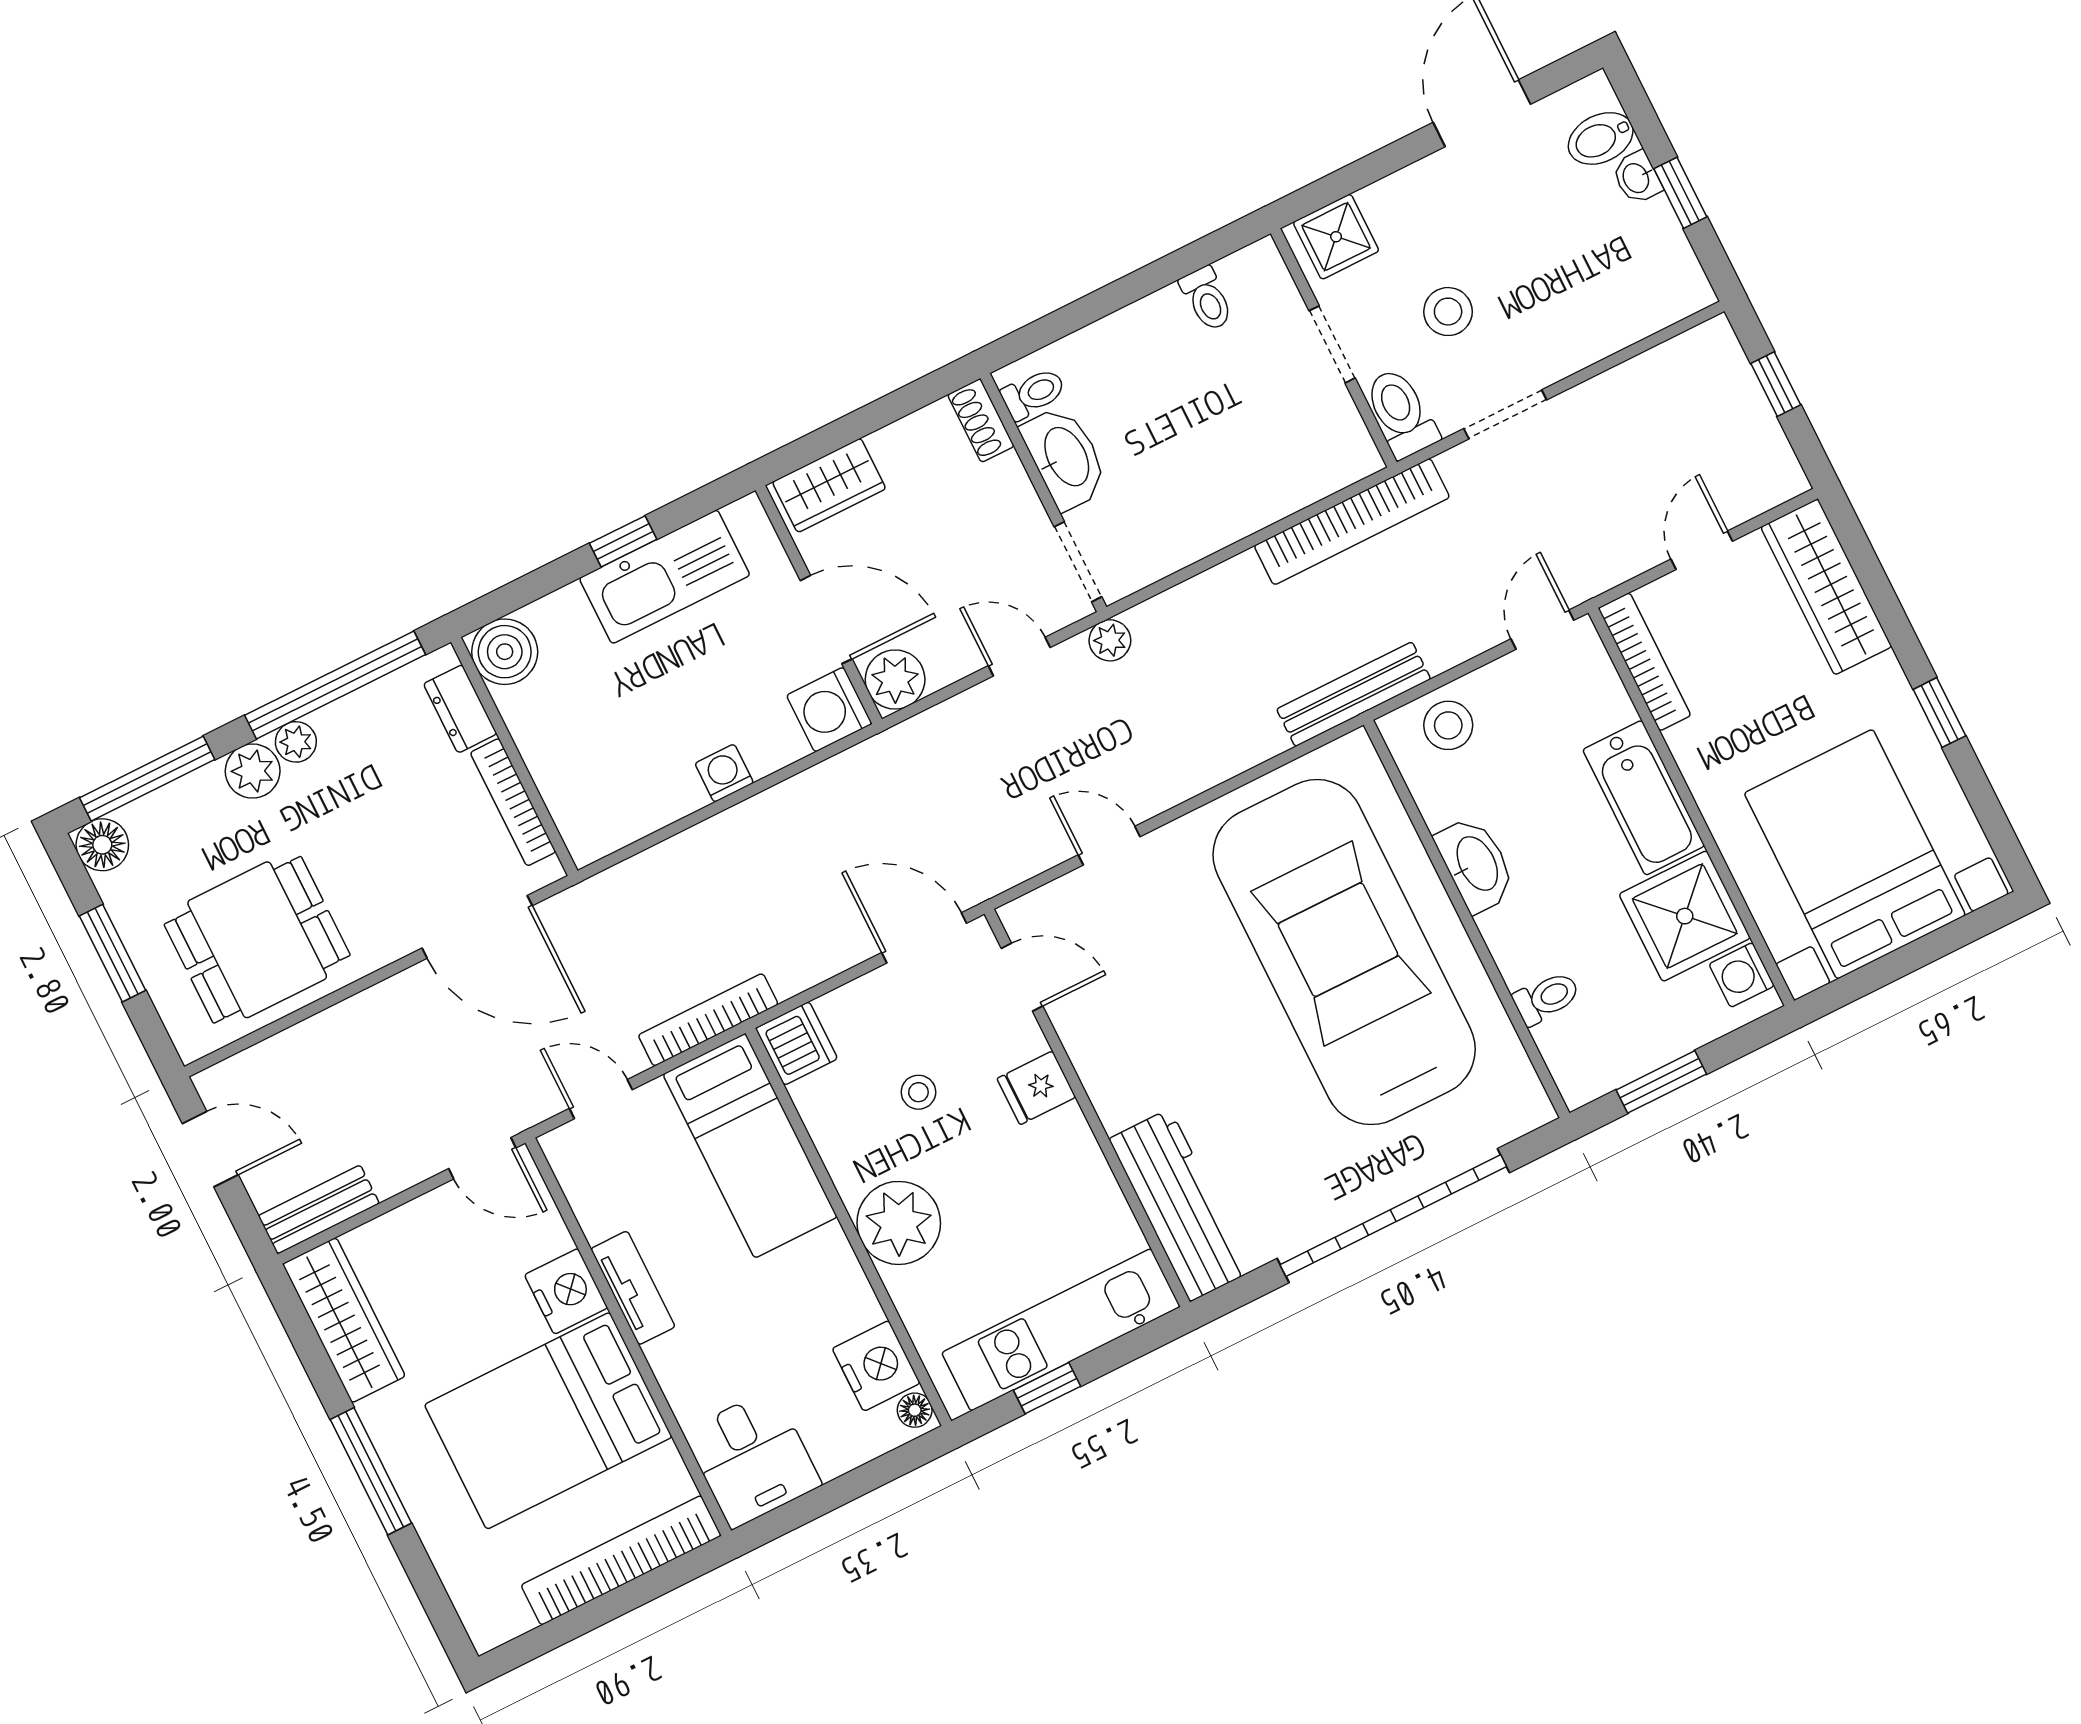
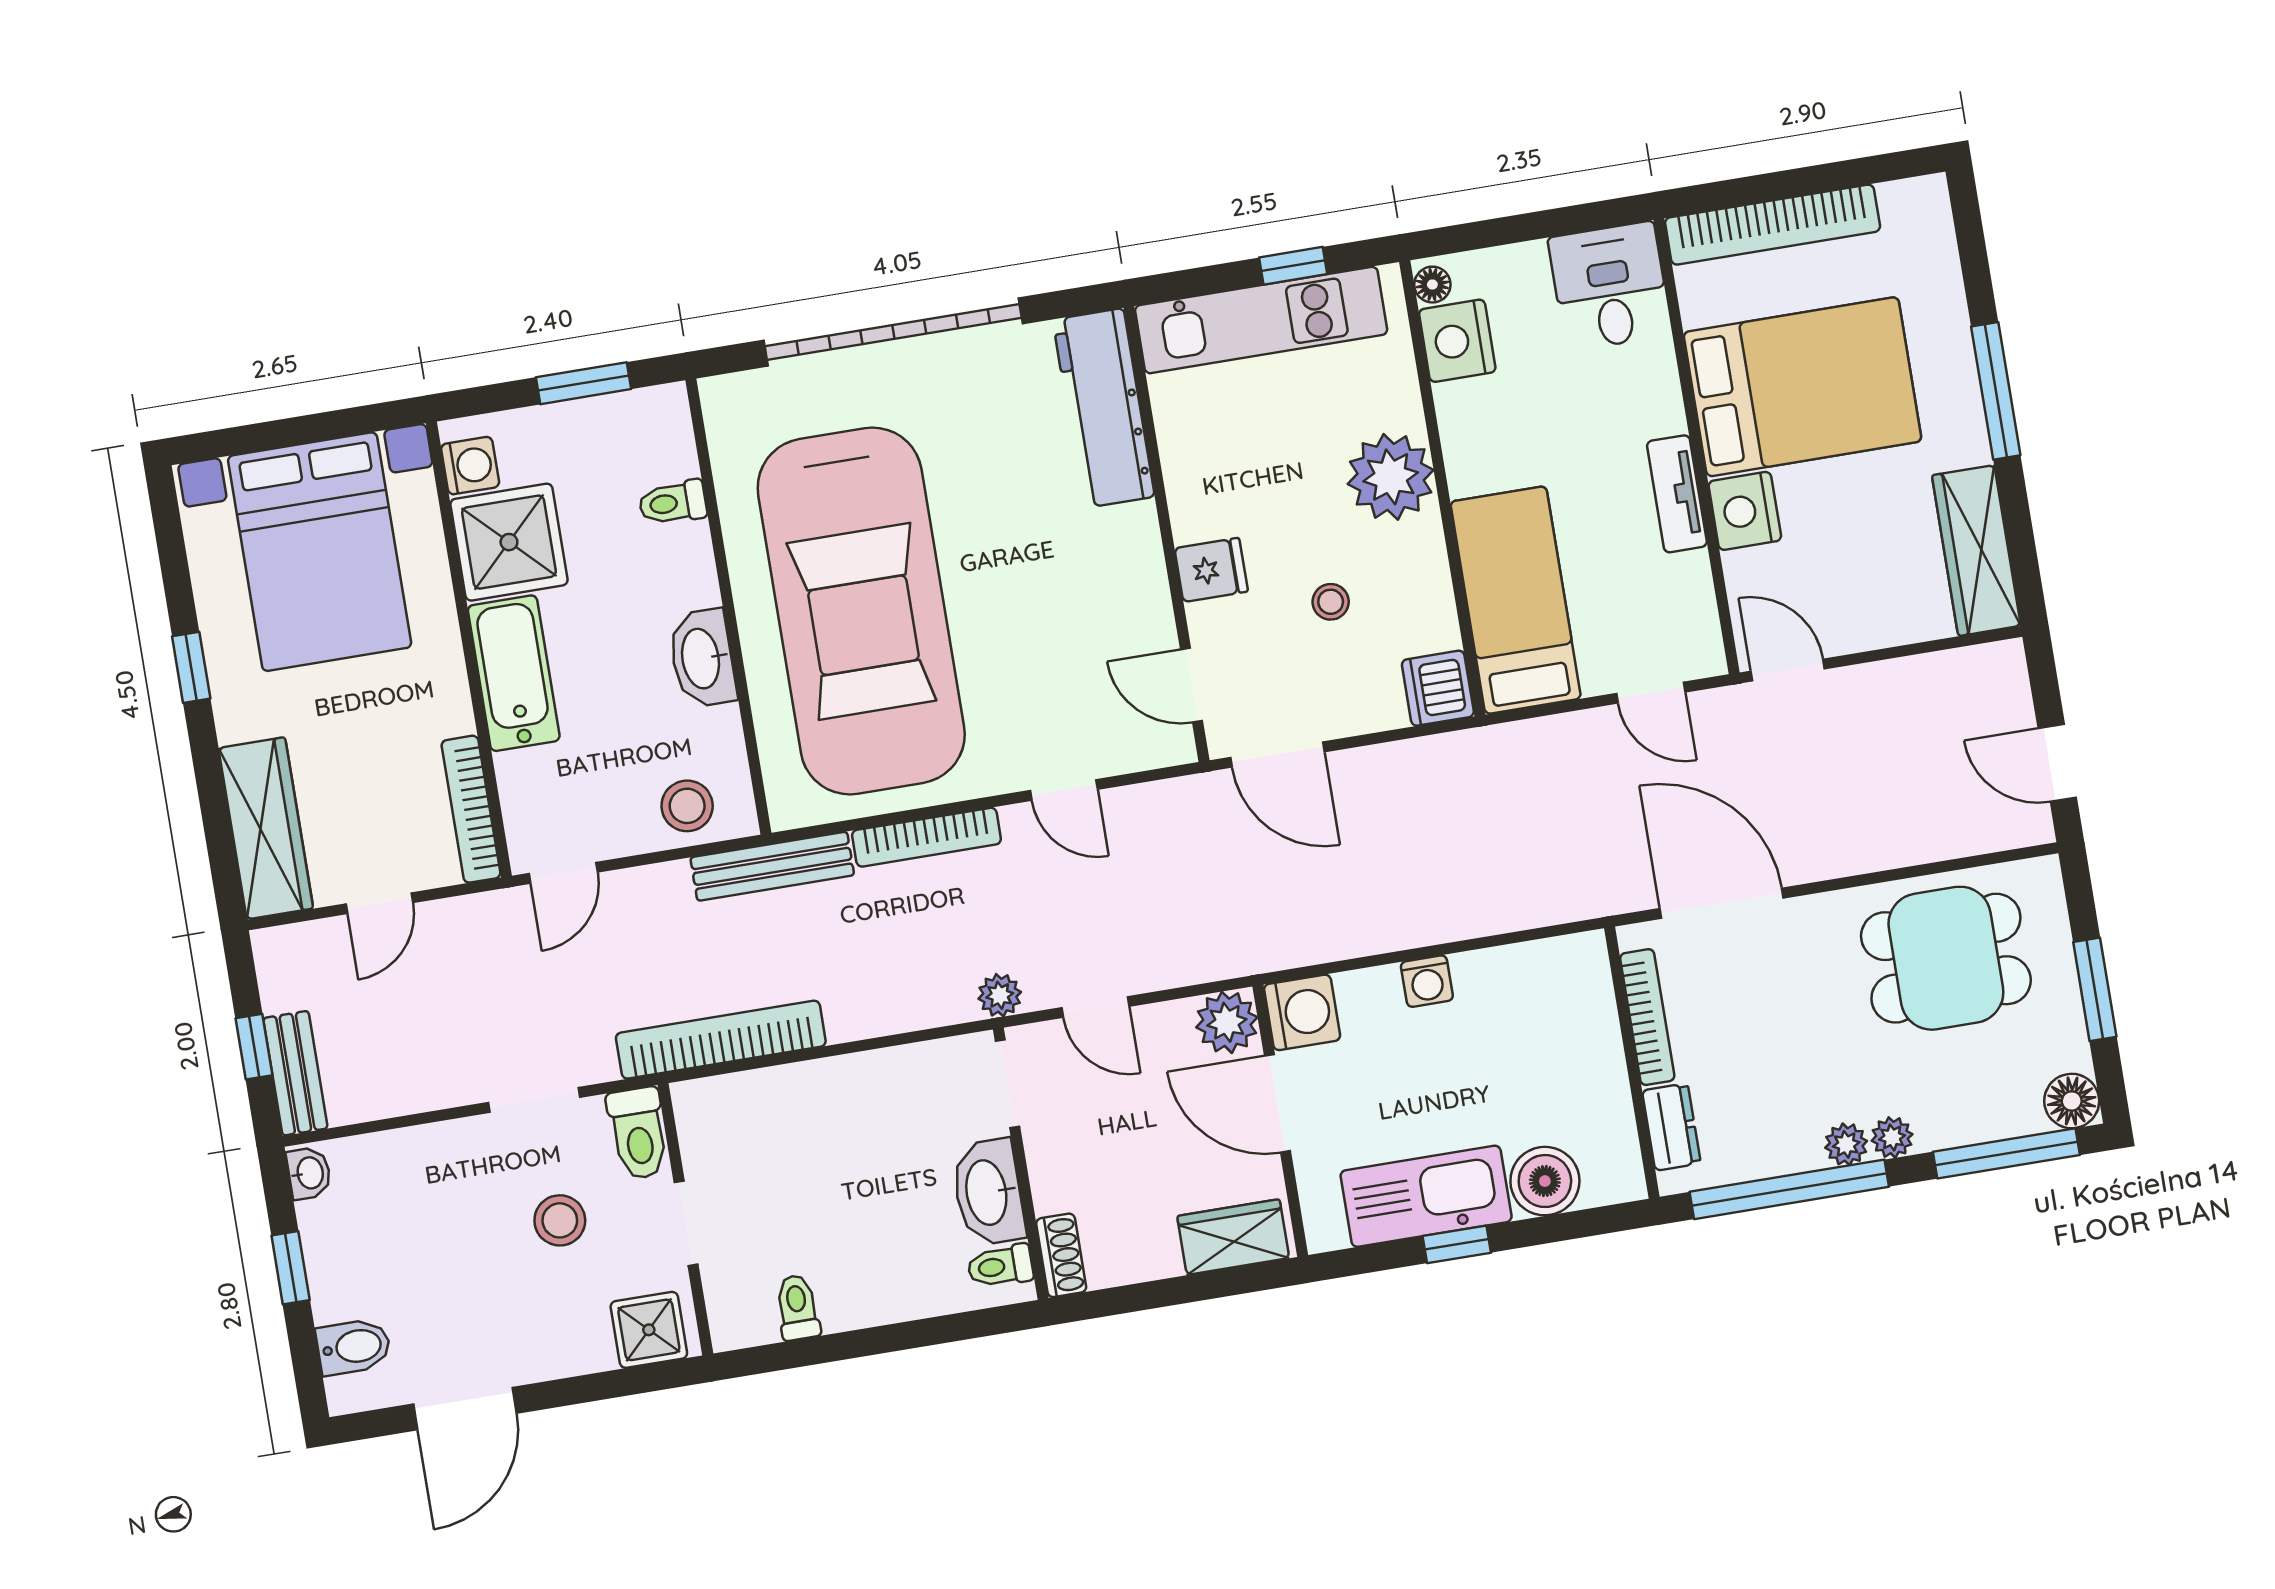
washbasin: (1637, 178) -> (309, 1173), moved
boiler: (505, 652) -> (1545, 1181), moved
plant: (253, 771) -> (1892, 1137), width x0.73, depth x0.73
bookcase: (708, 1020) -> (926, 837), moved
bench: (319, 1209) -> (295, 1073), moved, turned 90

